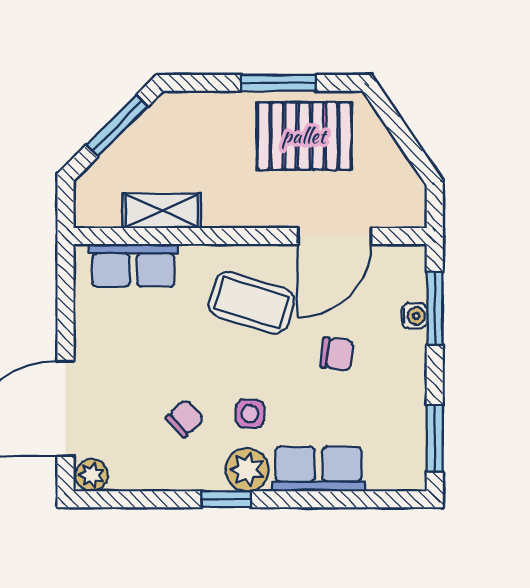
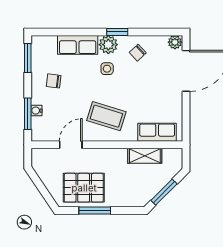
door: (334, 236) -> (71, 145), width x0.73
chair: (337, 354) -> (54, 81), moved
chair: (185, 418) -> (138, 53), moved

